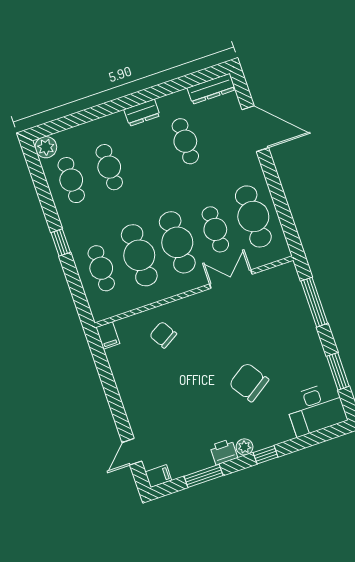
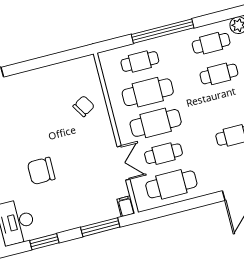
window: (61, 242) -> (163, 31), width x3.17
filing cabinet: (108, 335) -> (126, 206), moved, turned 90
chair: (249, 382) -> (41, 171), turned -146

